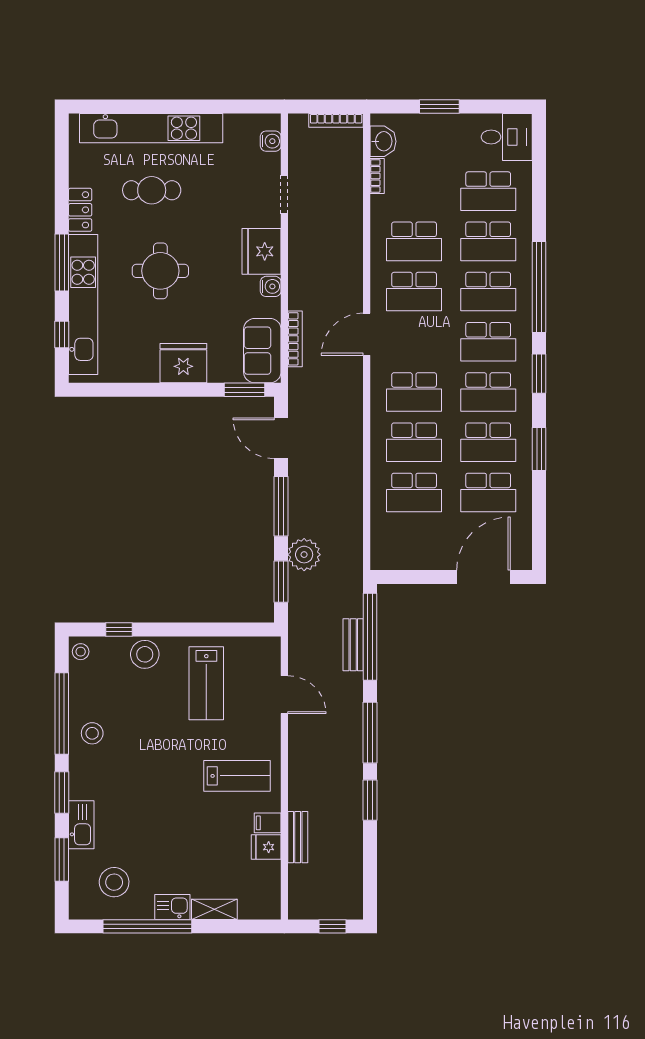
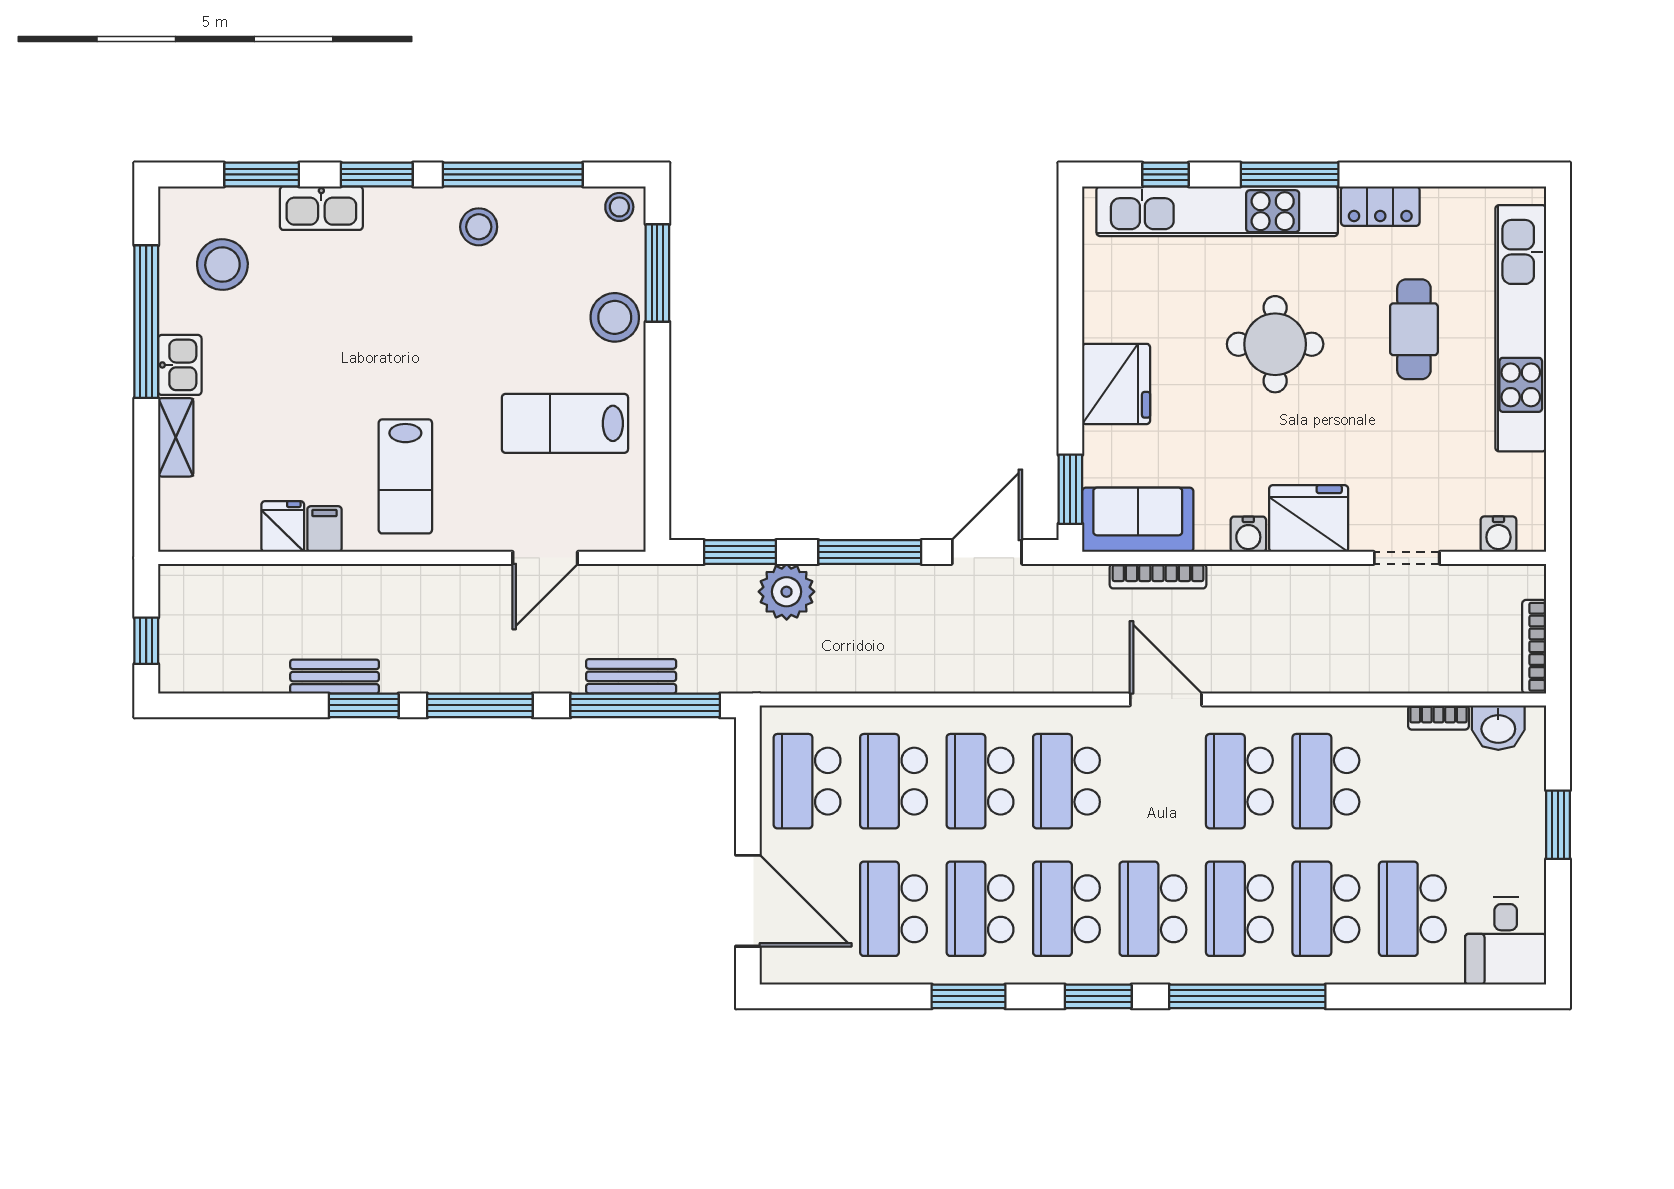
school desk: (414, 543) -> (807, 781), added
window: (119, 630) -> (657, 273), width x2.17
bench: (298, 837) -> (335, 677), moved

